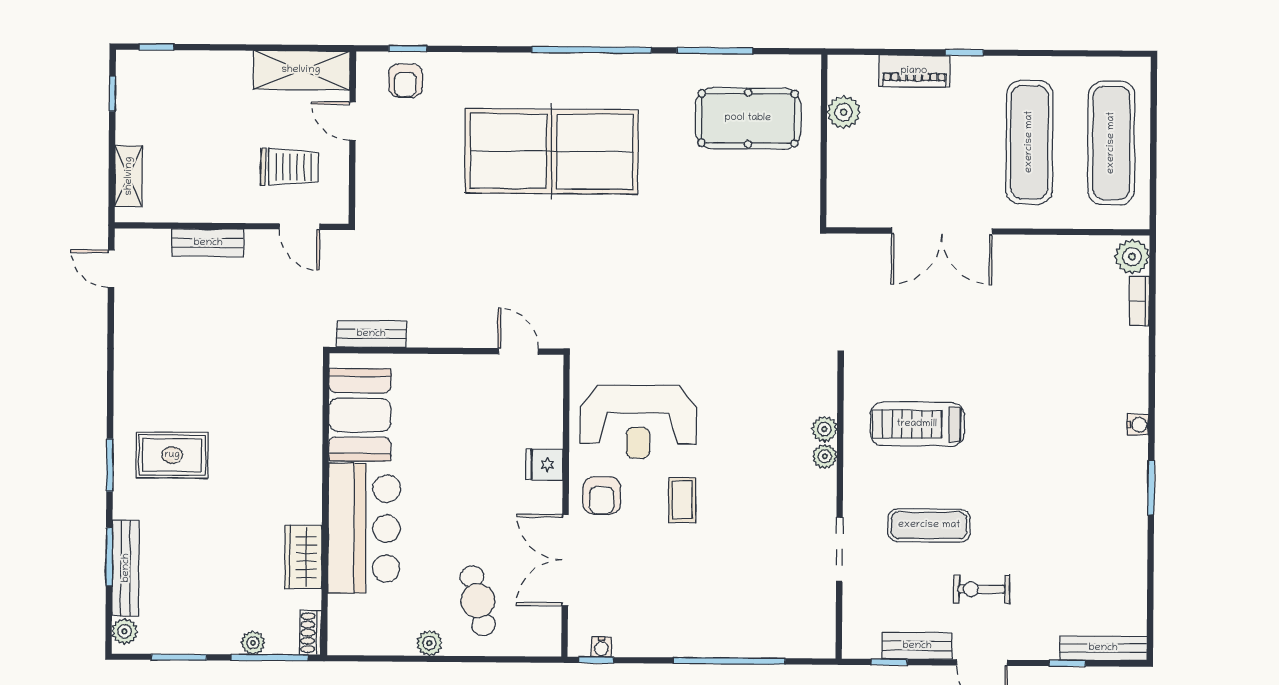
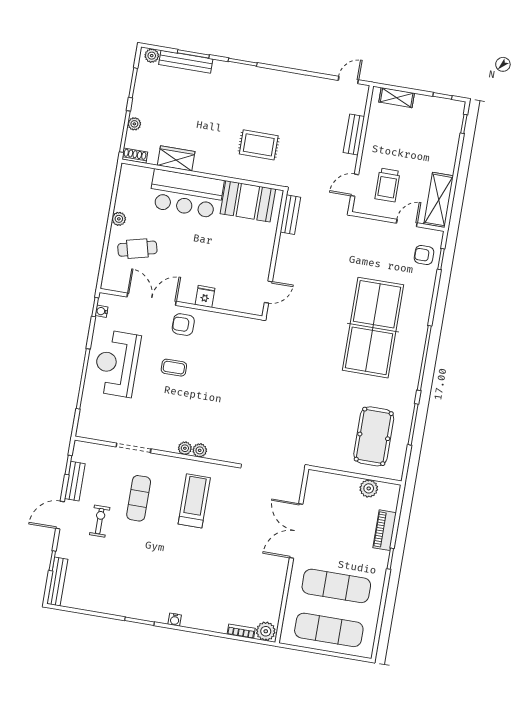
reception desk: (638, 422) -> (117, 363), moved
rug: (172, 455) -> (259, 145), moved, turned 90

